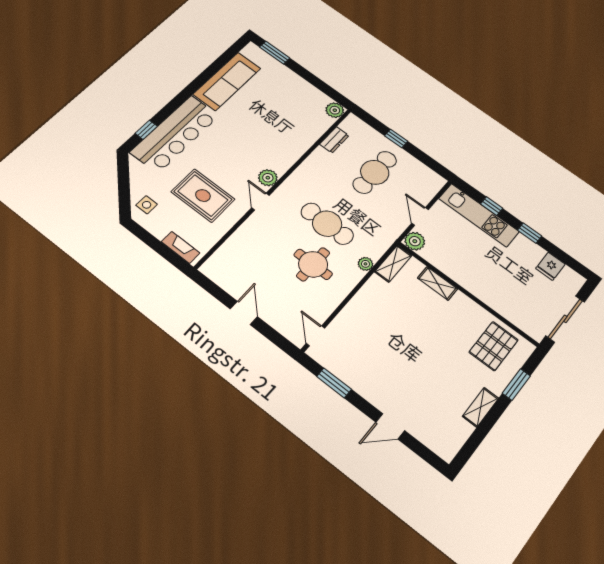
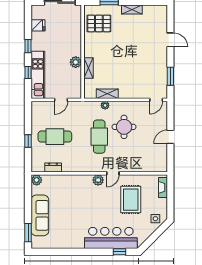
sofa: (227, 81) -> (40, 215), moved, turned 90
plant: (415, 241) -> (76, 62), moved
shelving: (393, 264) -> (107, 94), moved

